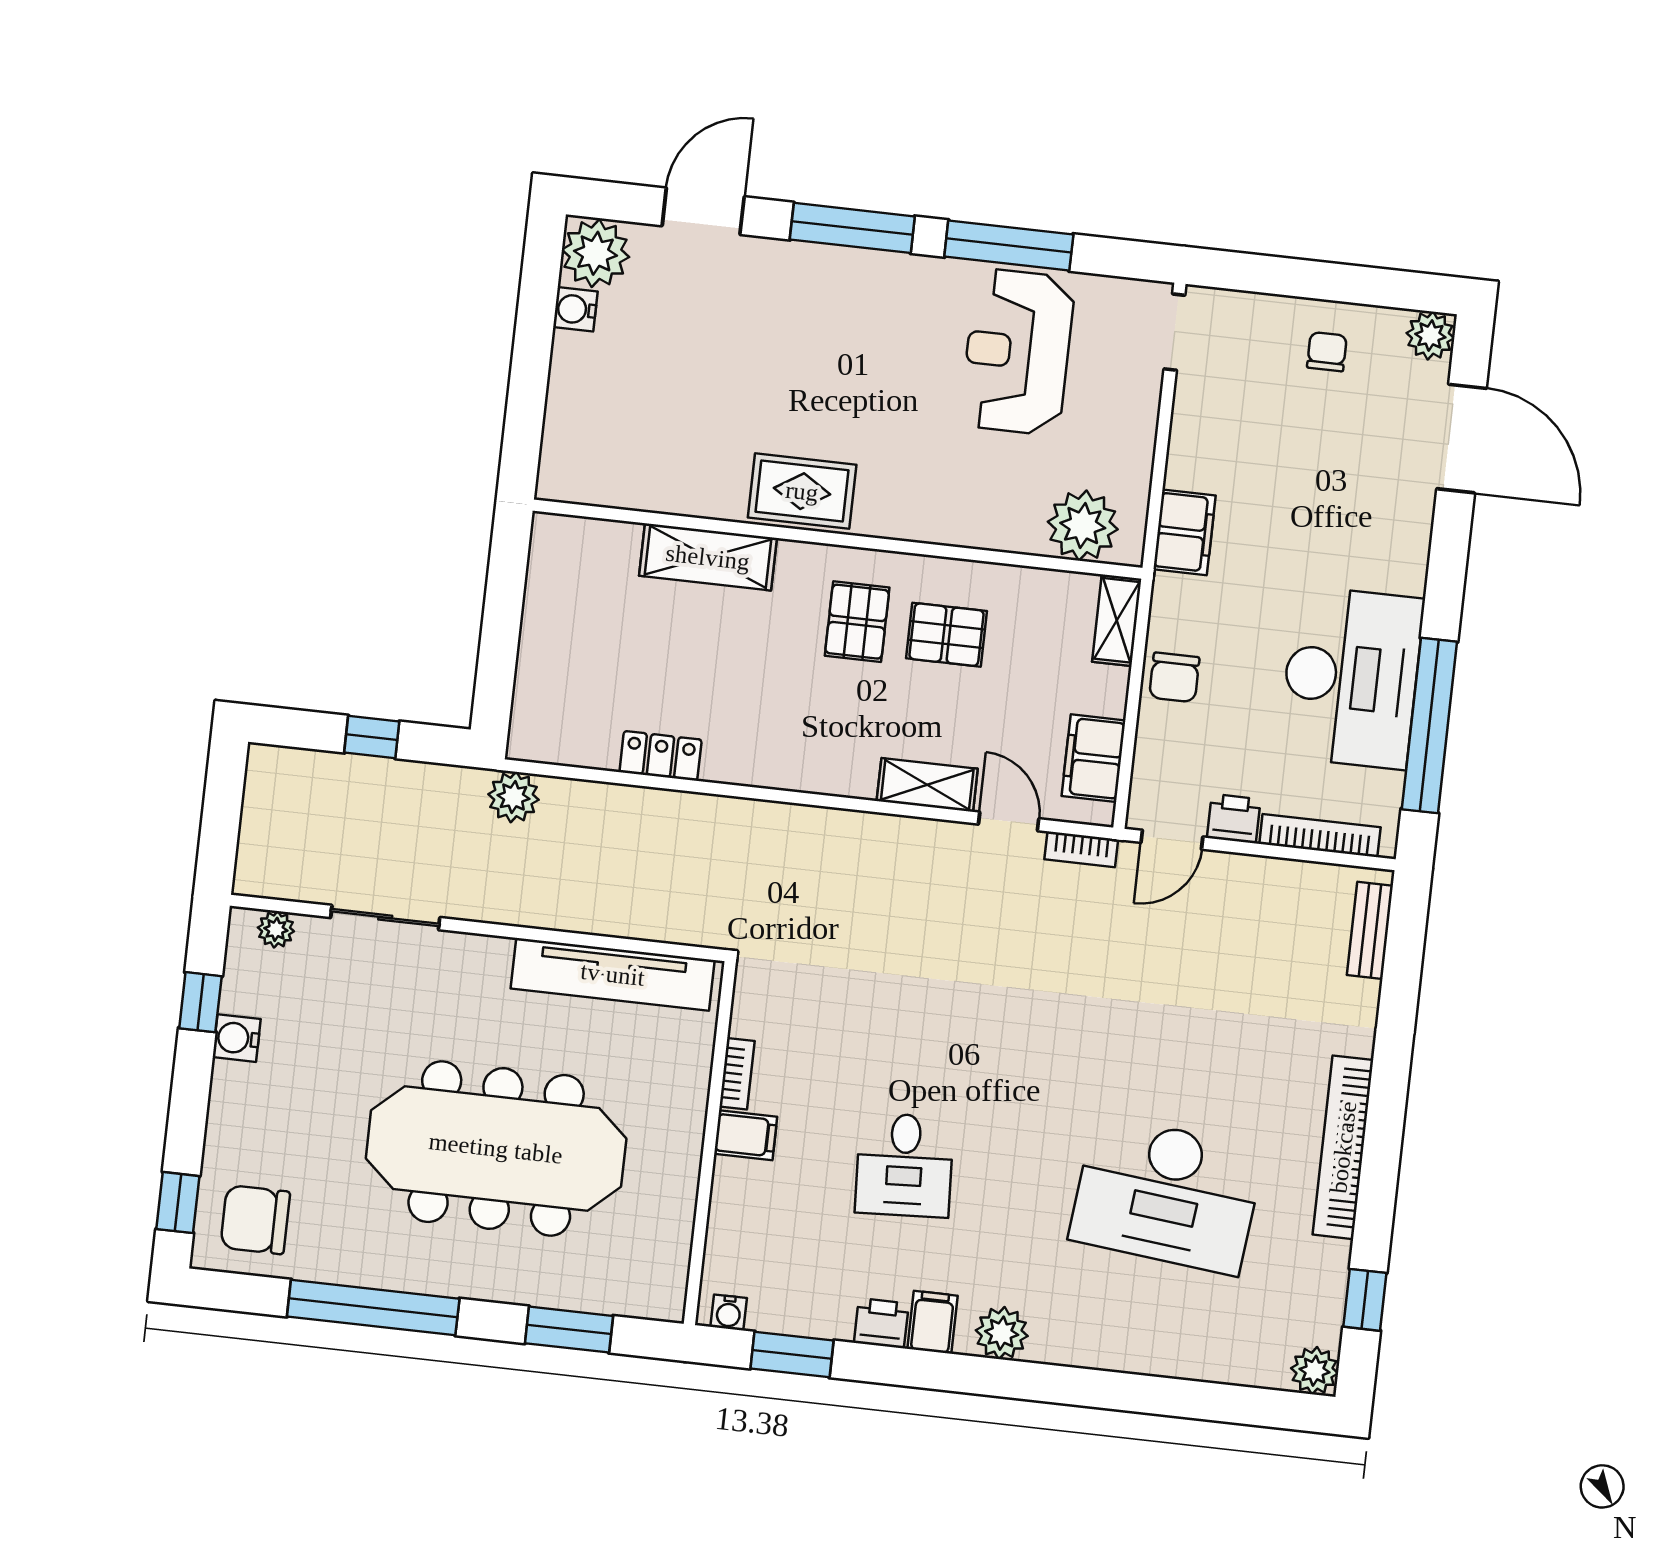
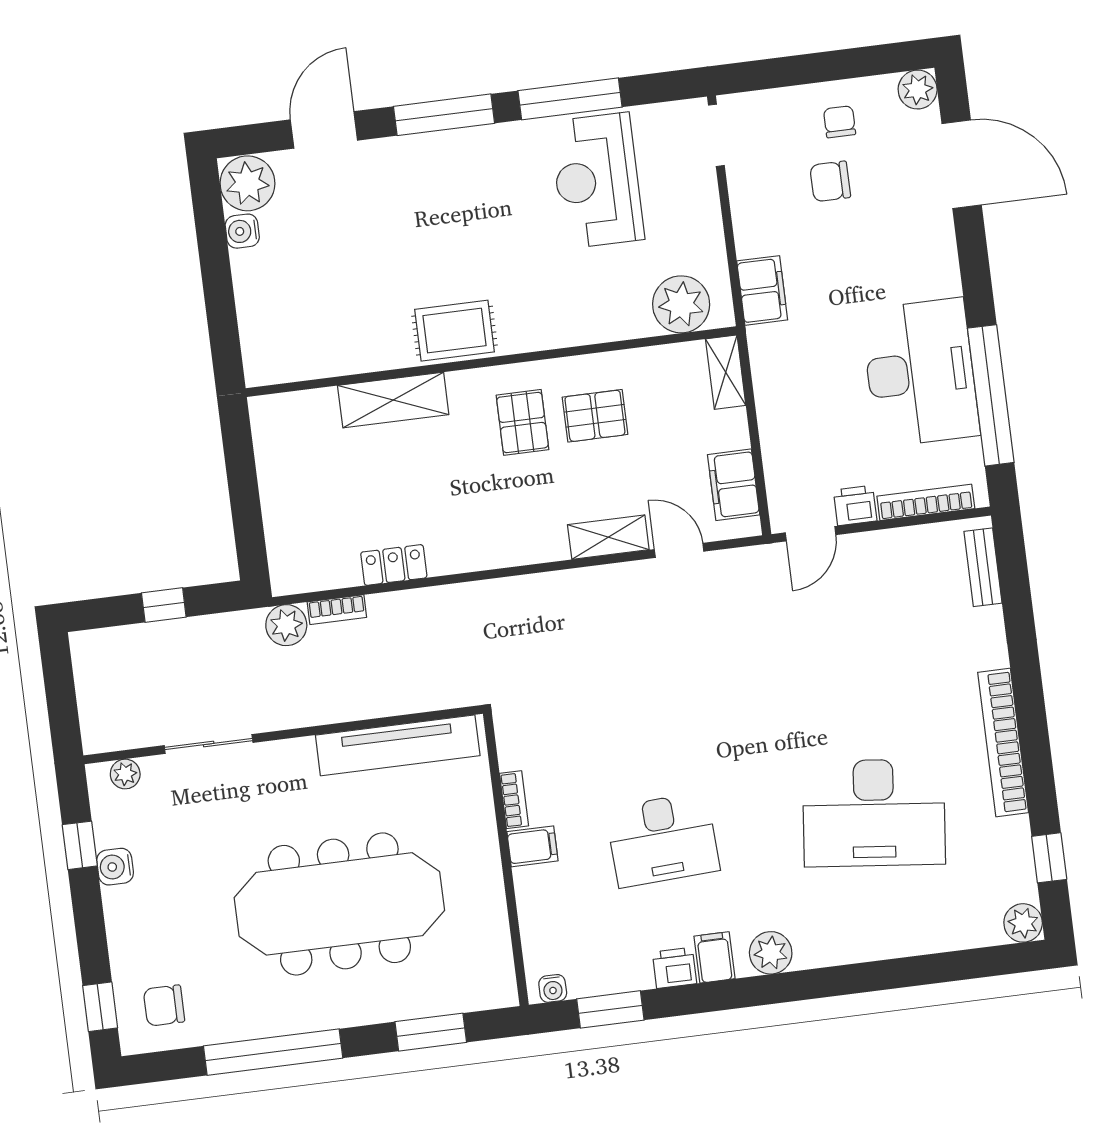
chair: (1174, 677) -> (830, 181), moved, turned 90
bookcase: (1081, 849) -> (337, 610), moved
desk: (904, 1165) -> (663, 840), width x1.37
chair: (255, 1220) -> (164, 1005), width x0.73, depth x0.73

